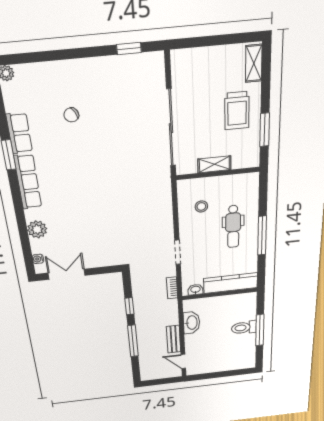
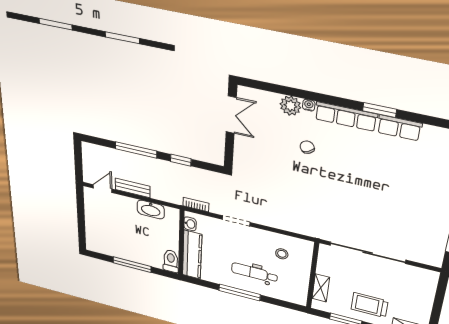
chair: (71, 115) -> (307, 147), moved
shelving: (214, 164) -> (321, 288), moved
water cooler: (38, 259) -> (309, 105), moved
toilet: (244, 328) -> (171, 261), moved

